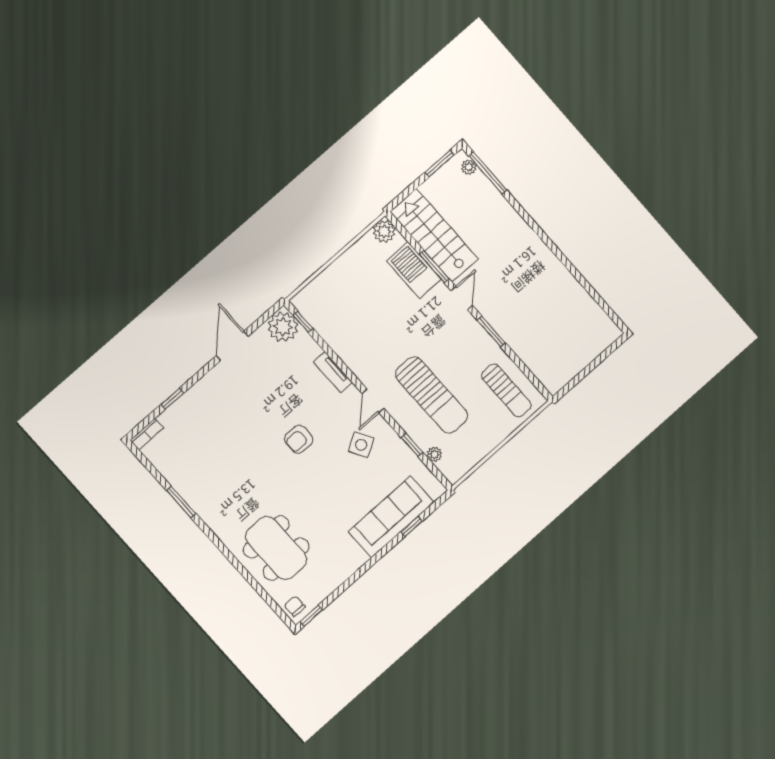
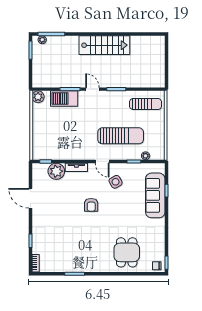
stairs: (434, 235) -> (104, 45), moved, turned 180
plant: (283, 327) -> (56, 171), moved
dining table: (276, 548) -> (127, 252), width x0.73

